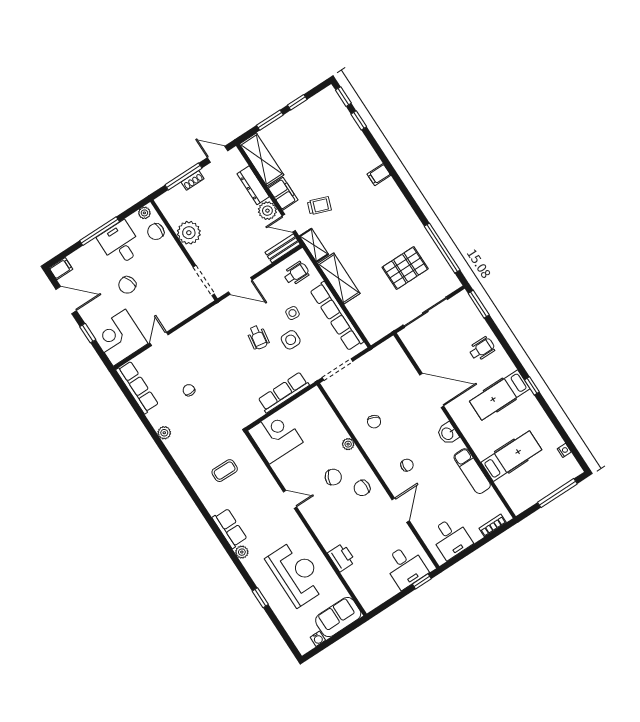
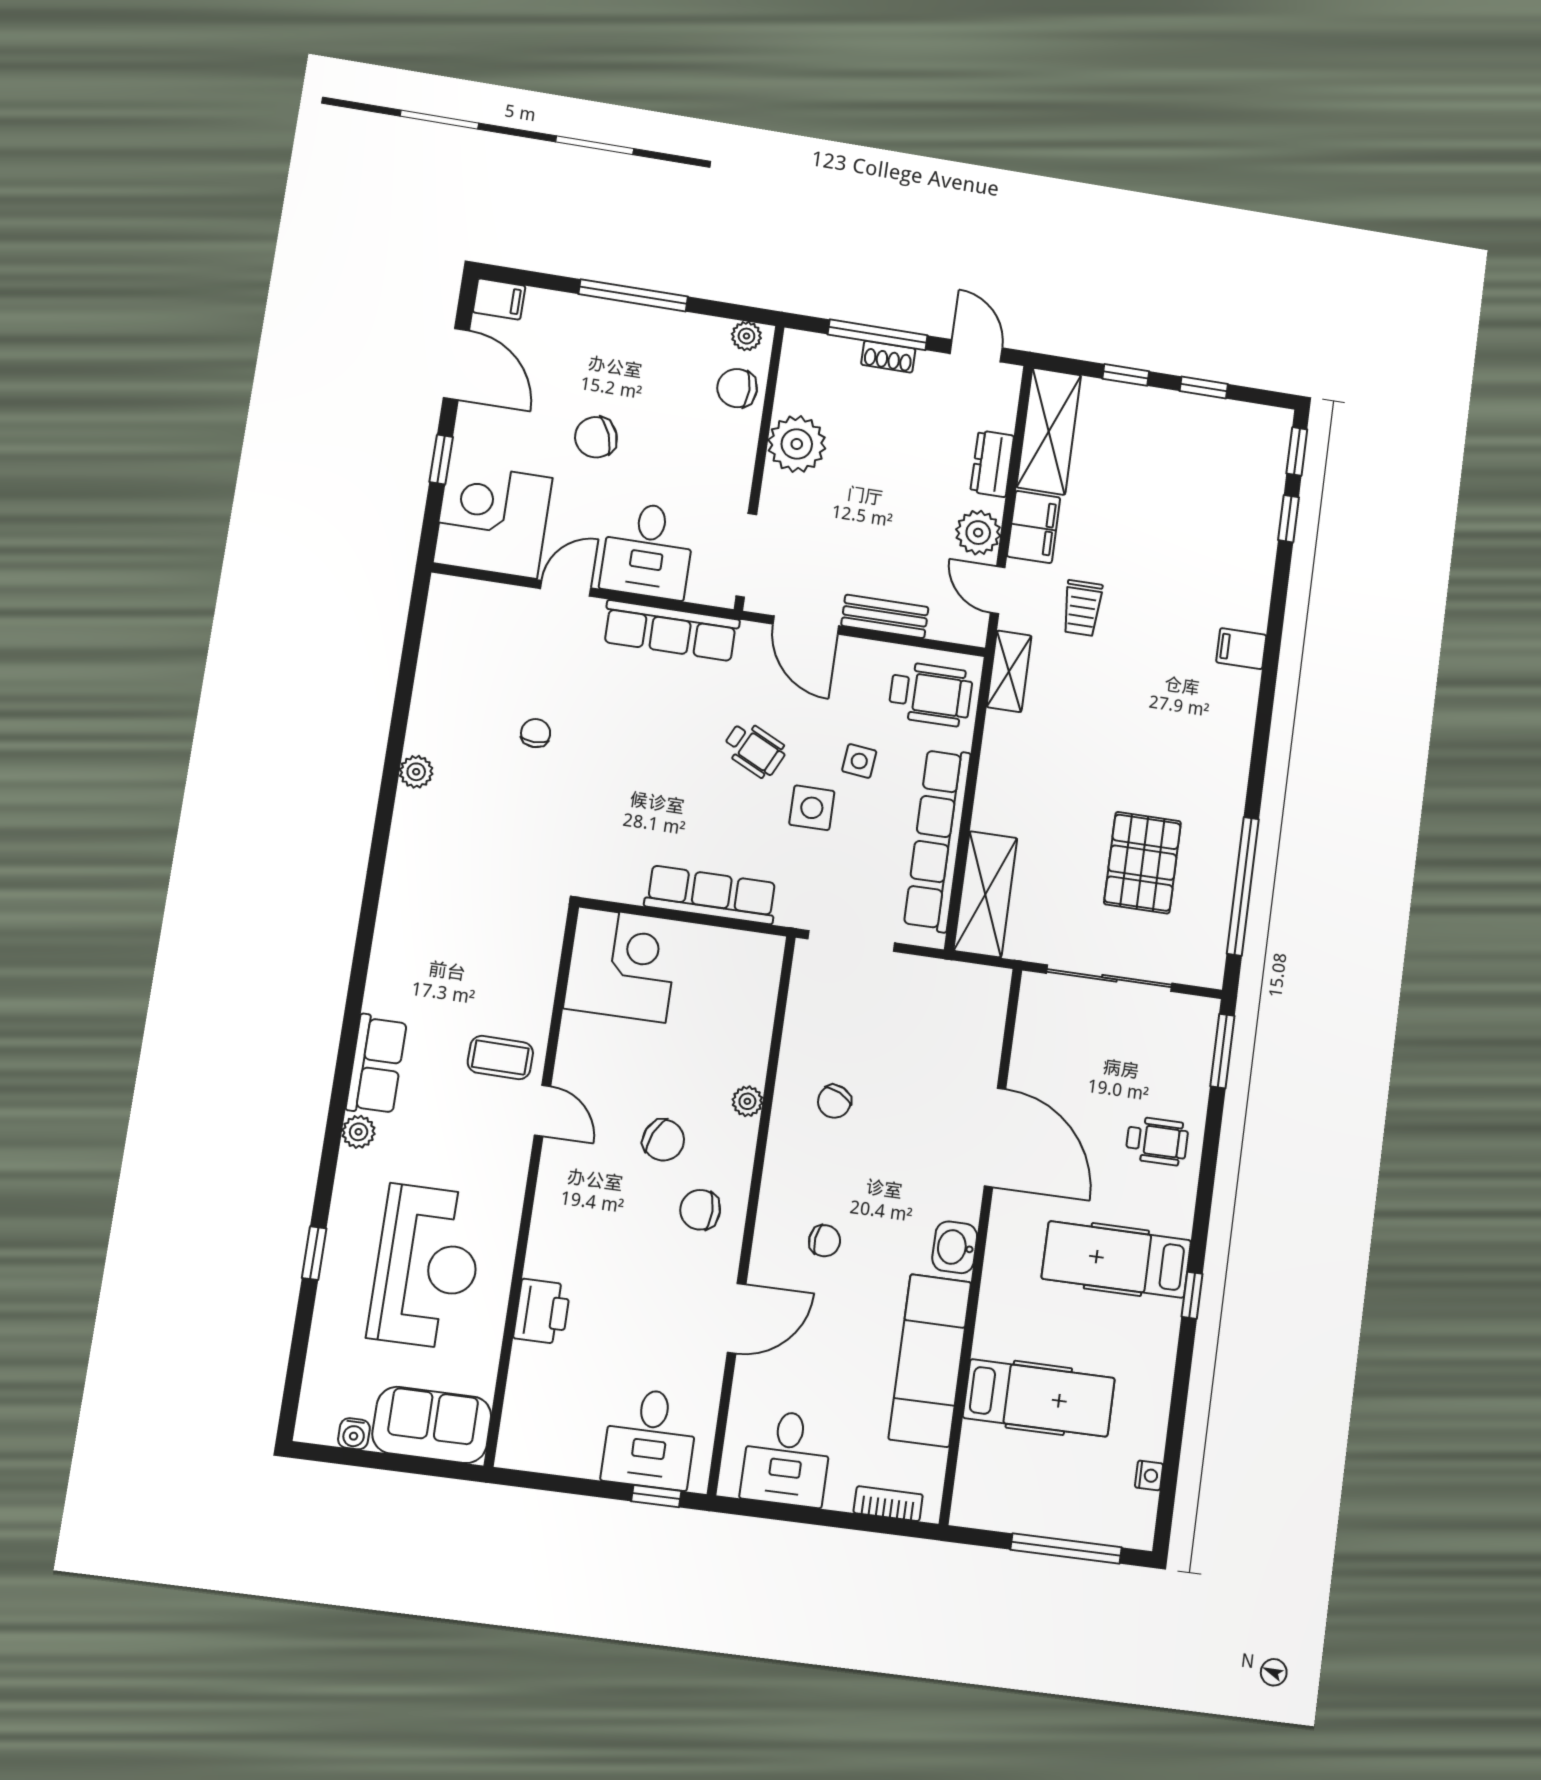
window: (270, 120) -> (1126, 375), width x0.67
dresser: (253, 185) -> (992, 464), width x0.70
trolley: (319, 206) -> (1082, 608), turned 70
desk: (120, 243) -> (648, 550), moved, turned 180
bench: (283, 248) -> (885, 616), moved
pallet: (405, 268) -> (1142, 863), turned 90
wheelchair: (296, 273) -> (931, 694), width x1.36, depth x1.37
shelving: (339, 278) -> (985, 894), moved
wheelchair: (258, 337) -> (754, 749), turned -73
row of seats: (137, 387) -> (671, 631), moved, turned 90
coffee table: (225, 471) -> (500, 1058), moved
exam couch: (472, 471) -> (930, 1361), width x1.36, depth x1.45

